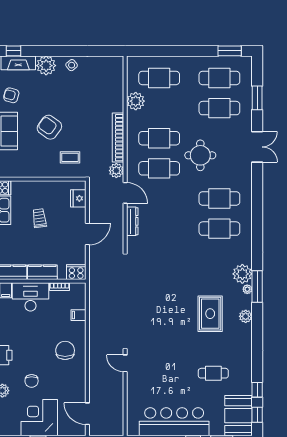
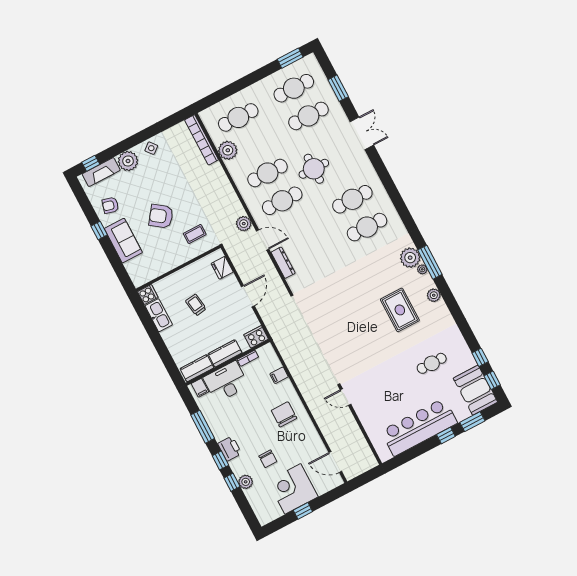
bookcase: (118, 138) -> (202, 140), moved

